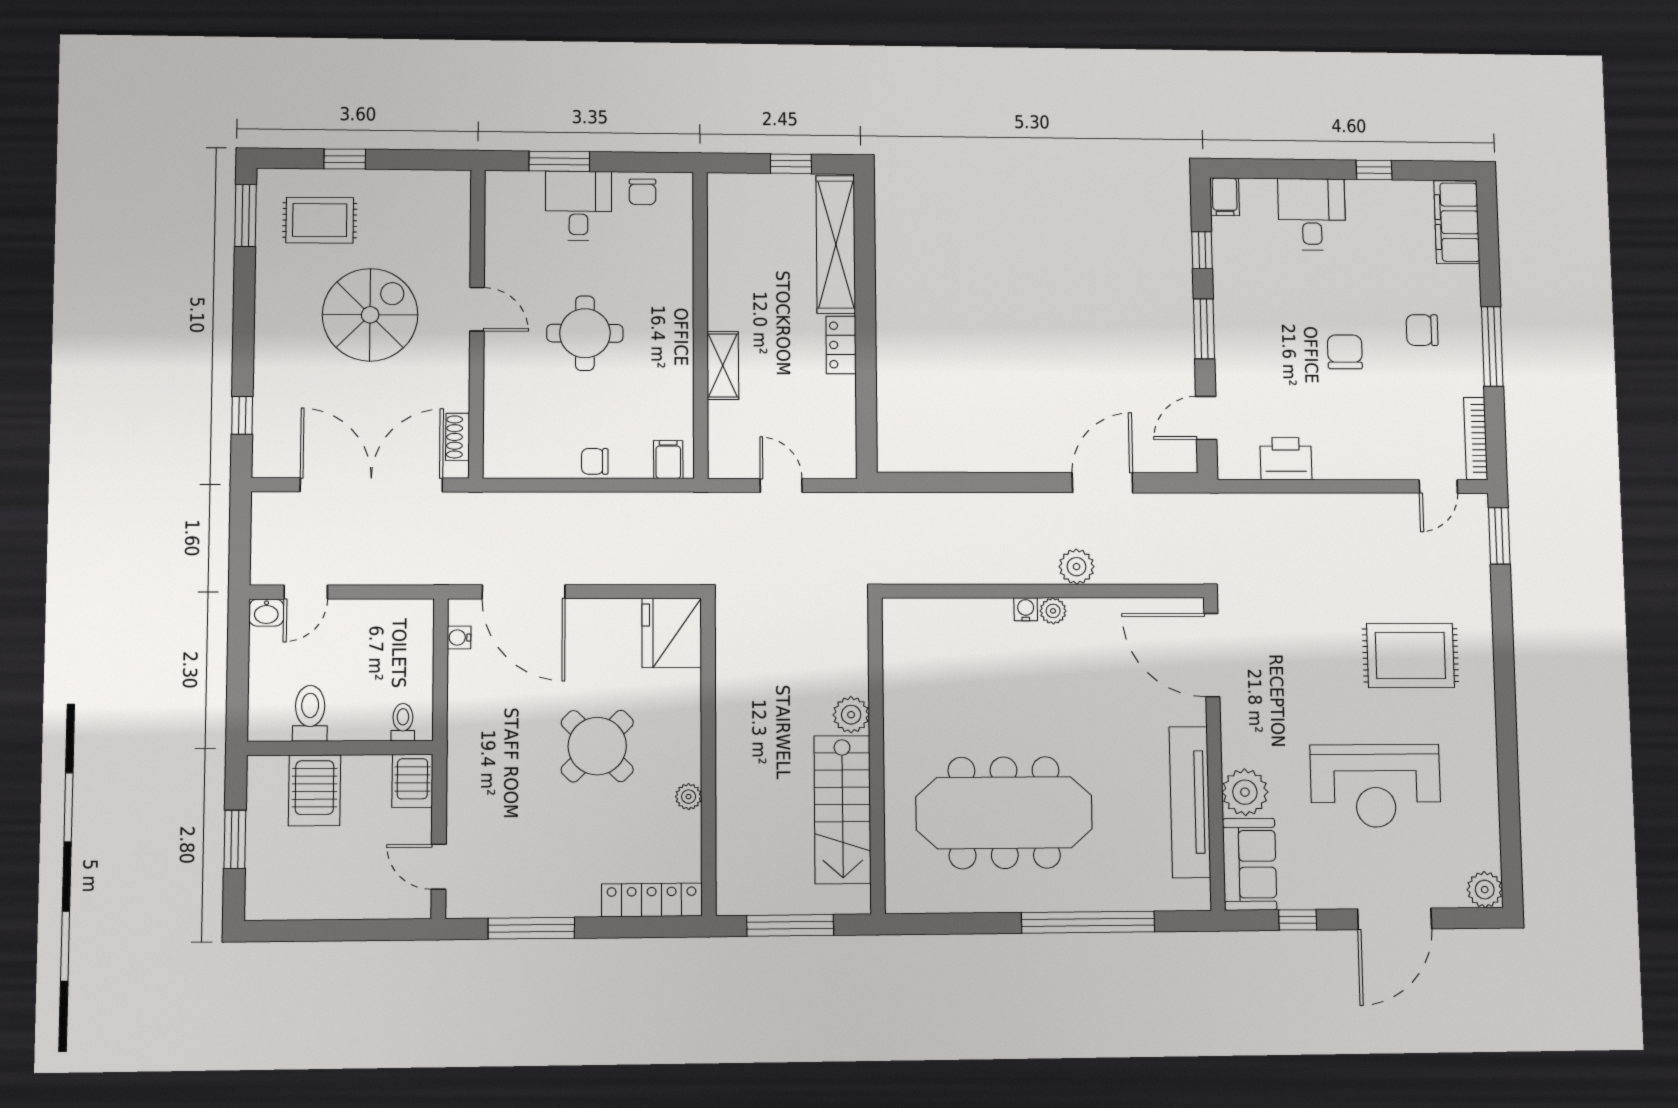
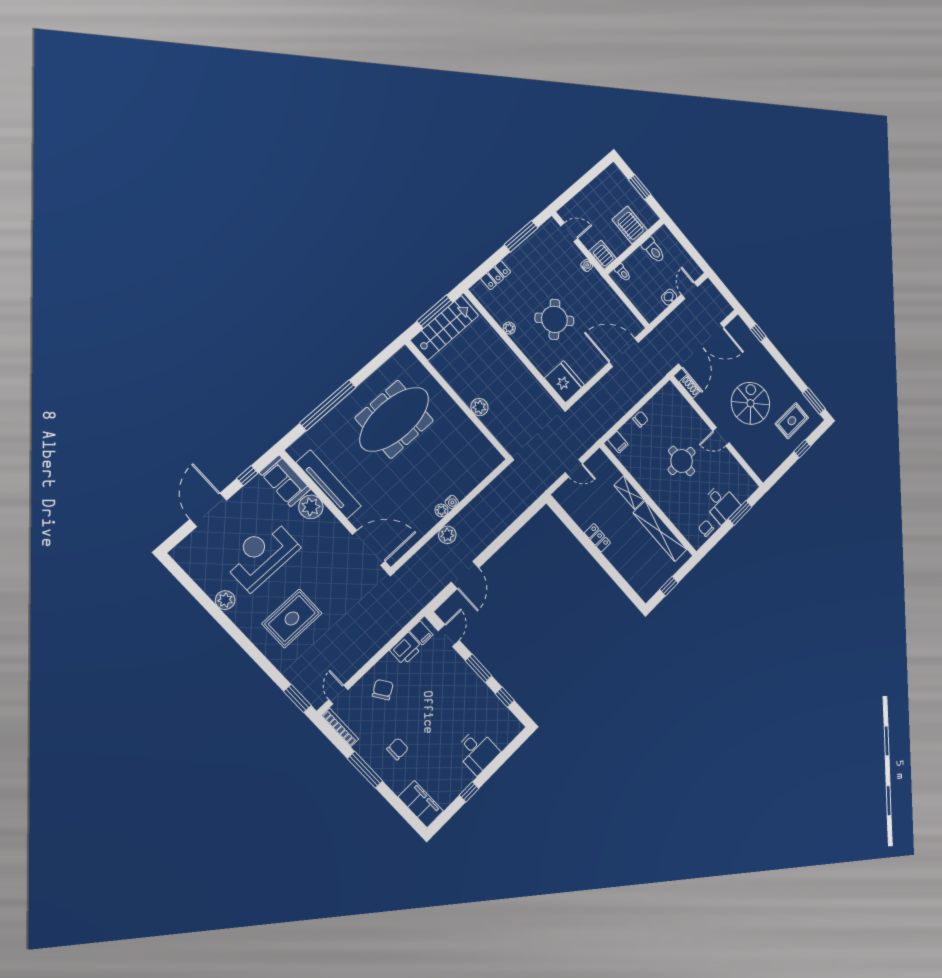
filing cabinet: (1225, 197) -> (421, 633), moved, turned 180
shelving: (836, 244) -> (660, 531), moved
spiral stairs: (370, 315) -> (751, 403), turned 180
chair: (1345, 352) -> (383, 690), moved, turned -123
washbasin: (266, 613) -> (669, 297), moved
water cooler: (459, 637) -> (587, 265), moved
stairs: (842, 810) -> (444, 328), moved, turned 90
plant: (1485, 890) -> (225, 600), moved
locker: (652, 900) -> (496, 275), width x0.66

